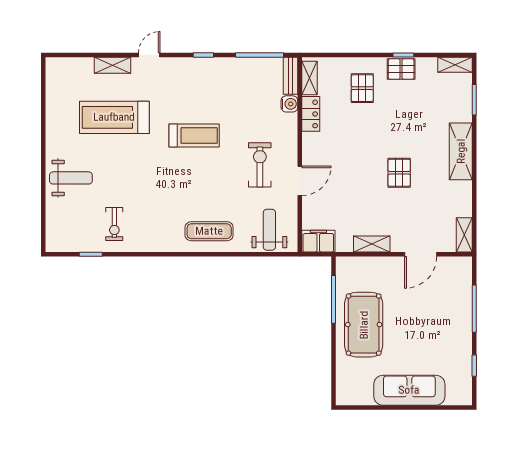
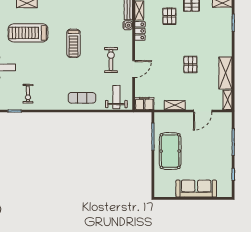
treadmill: (194, 136) -> (73, 43), turned 90
shelving: (461, 151) -> (225, 73), moved

